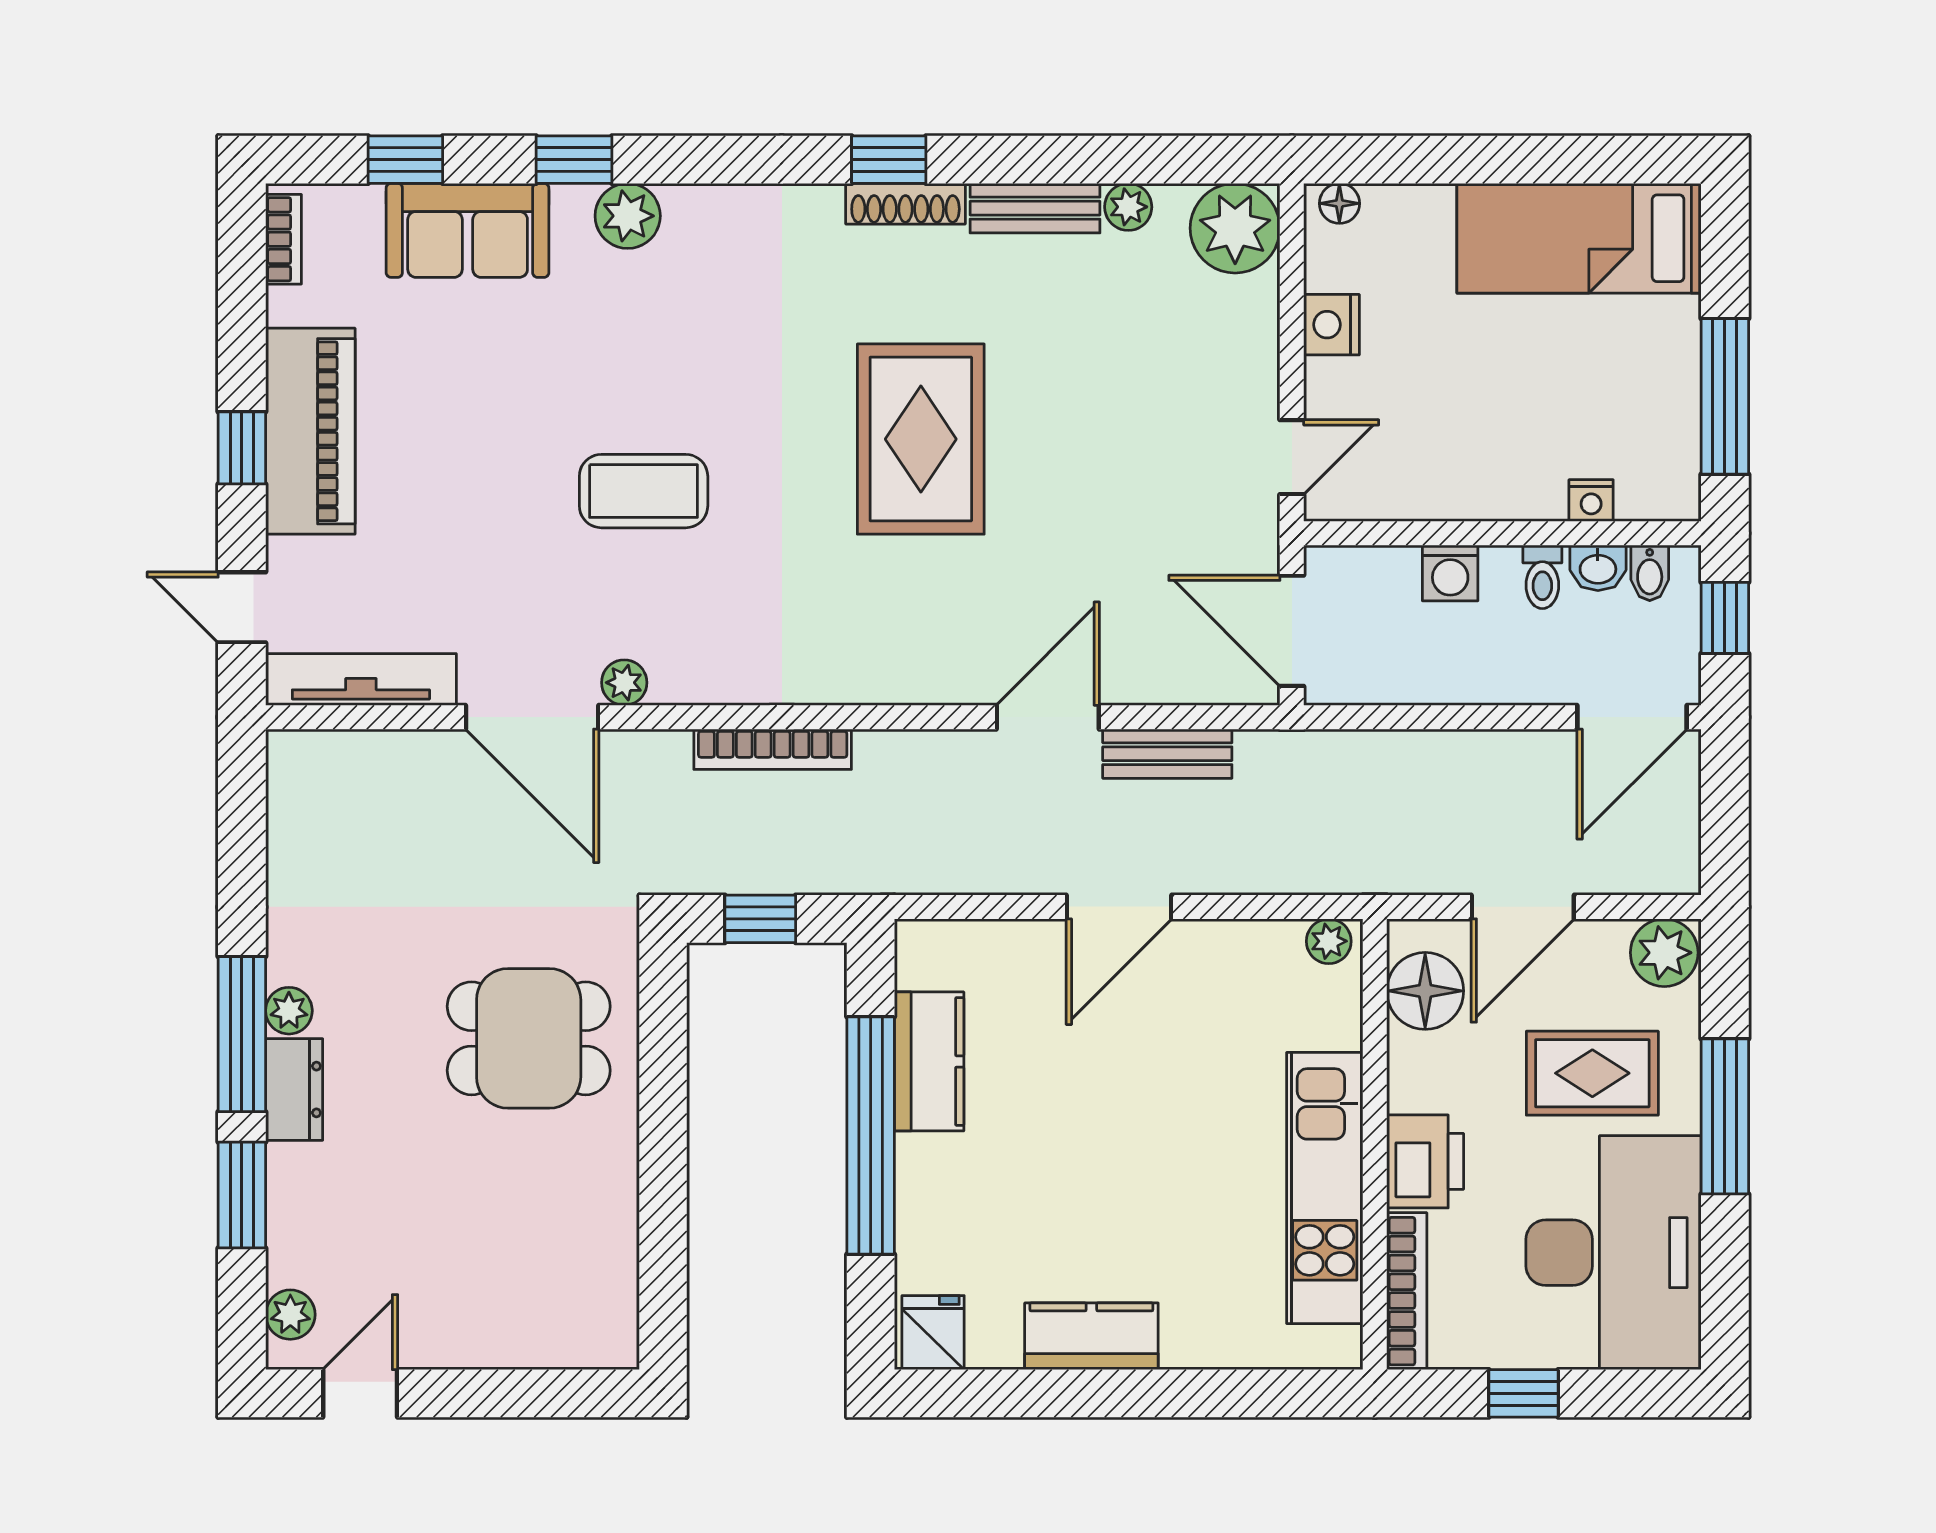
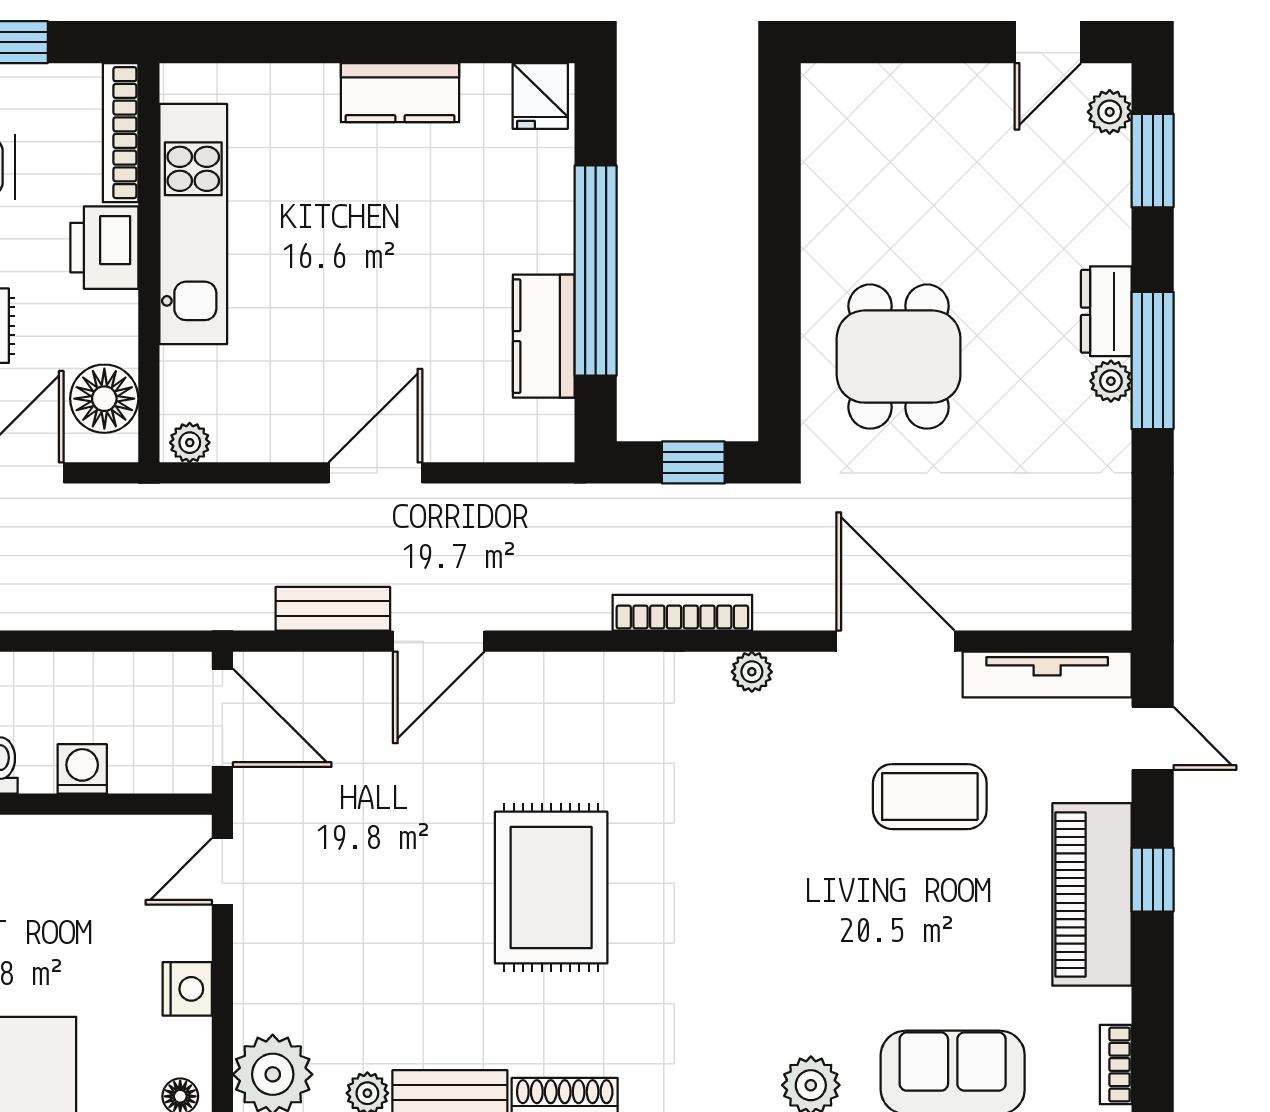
coffee table: (644, 491) -> (930, 797), moved
plant: (624, 683) -> (752, 672), moved
dining table: (529, 1038) -> (899, 357), turned 90
window: (242, 1195) -> (1153, 161), moved

